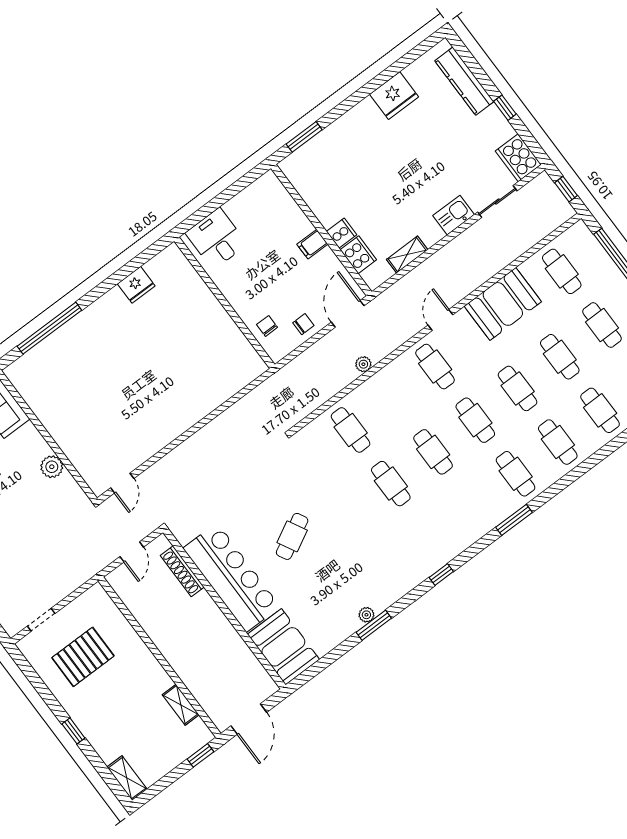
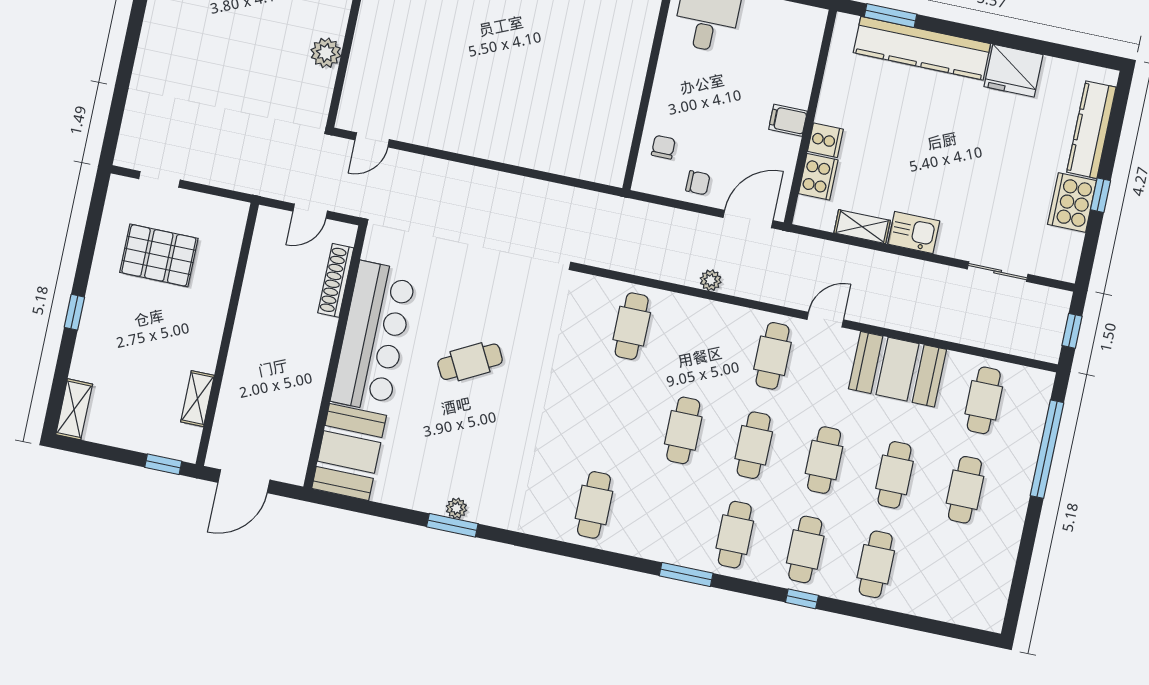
kitchen counter: (337, 135) -> (922, 48), added
cooker: (518, 158) -> (1072, 203), moved
kitchen sink: (454, 215) -> (914, 233), moved
cafe table: (391, 484) -> (594, 505), moved
window: (441, 575) -> (802, 599), moved

